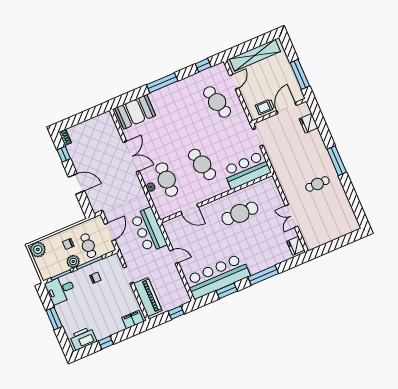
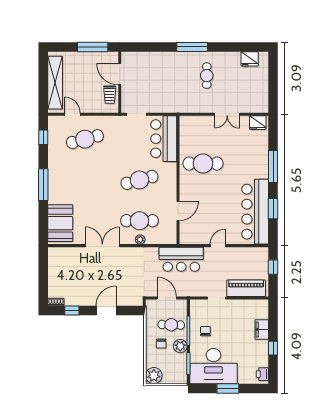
fridge: (309, 123) -> (250, 59), moved
cafe table: (240, 213) -> (203, 164), turned 90
desk: (61, 290) -> (213, 366), width x1.87, depth x1.30
filing cabinet: (133, 320) -> (262, 329), moved
printer: (83, 339) -> (262, 374), width x0.53, depth x0.68

